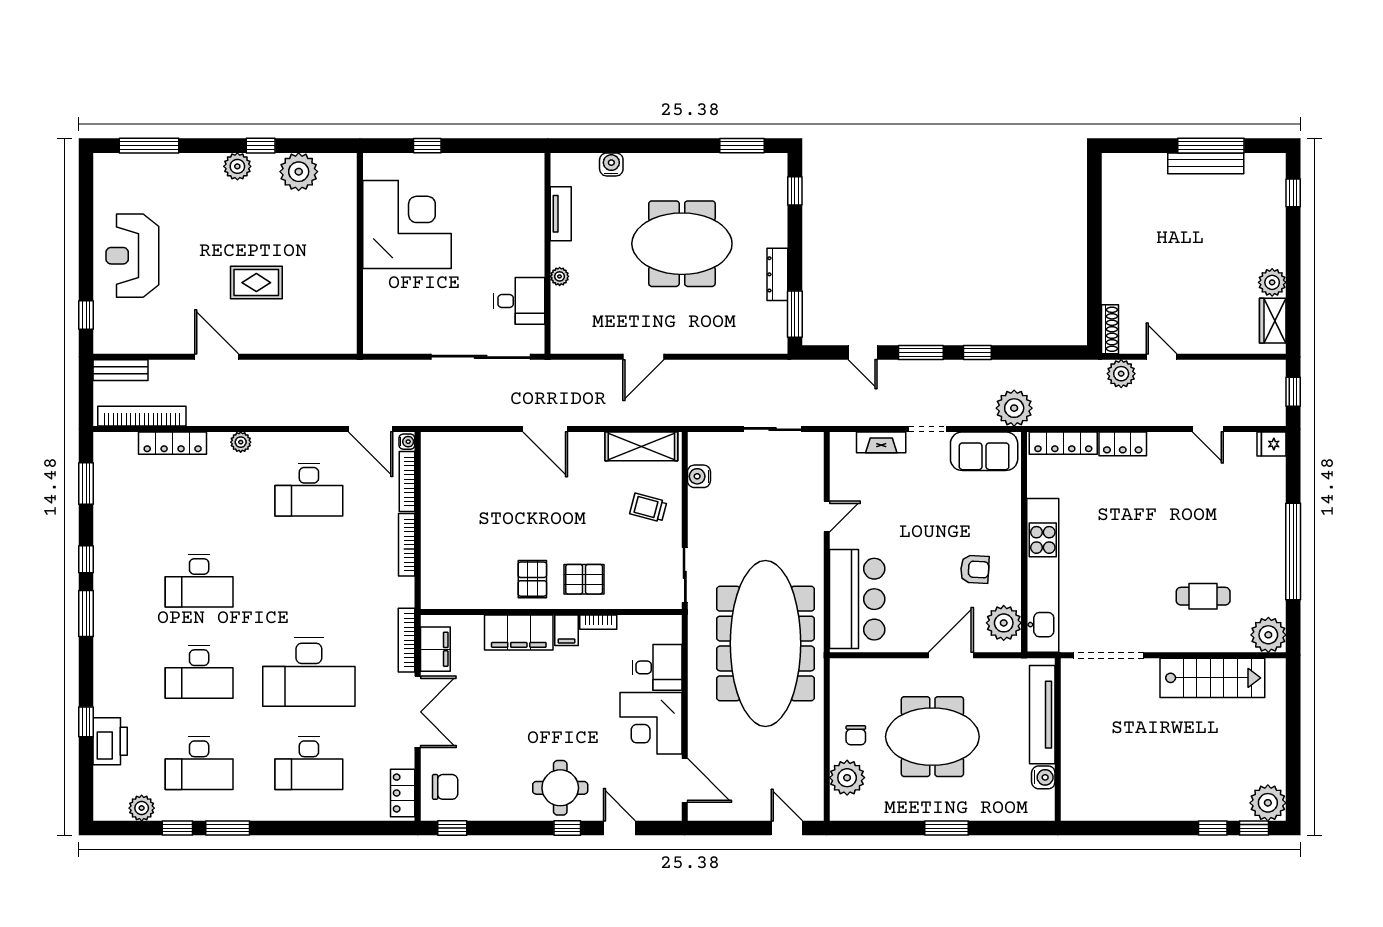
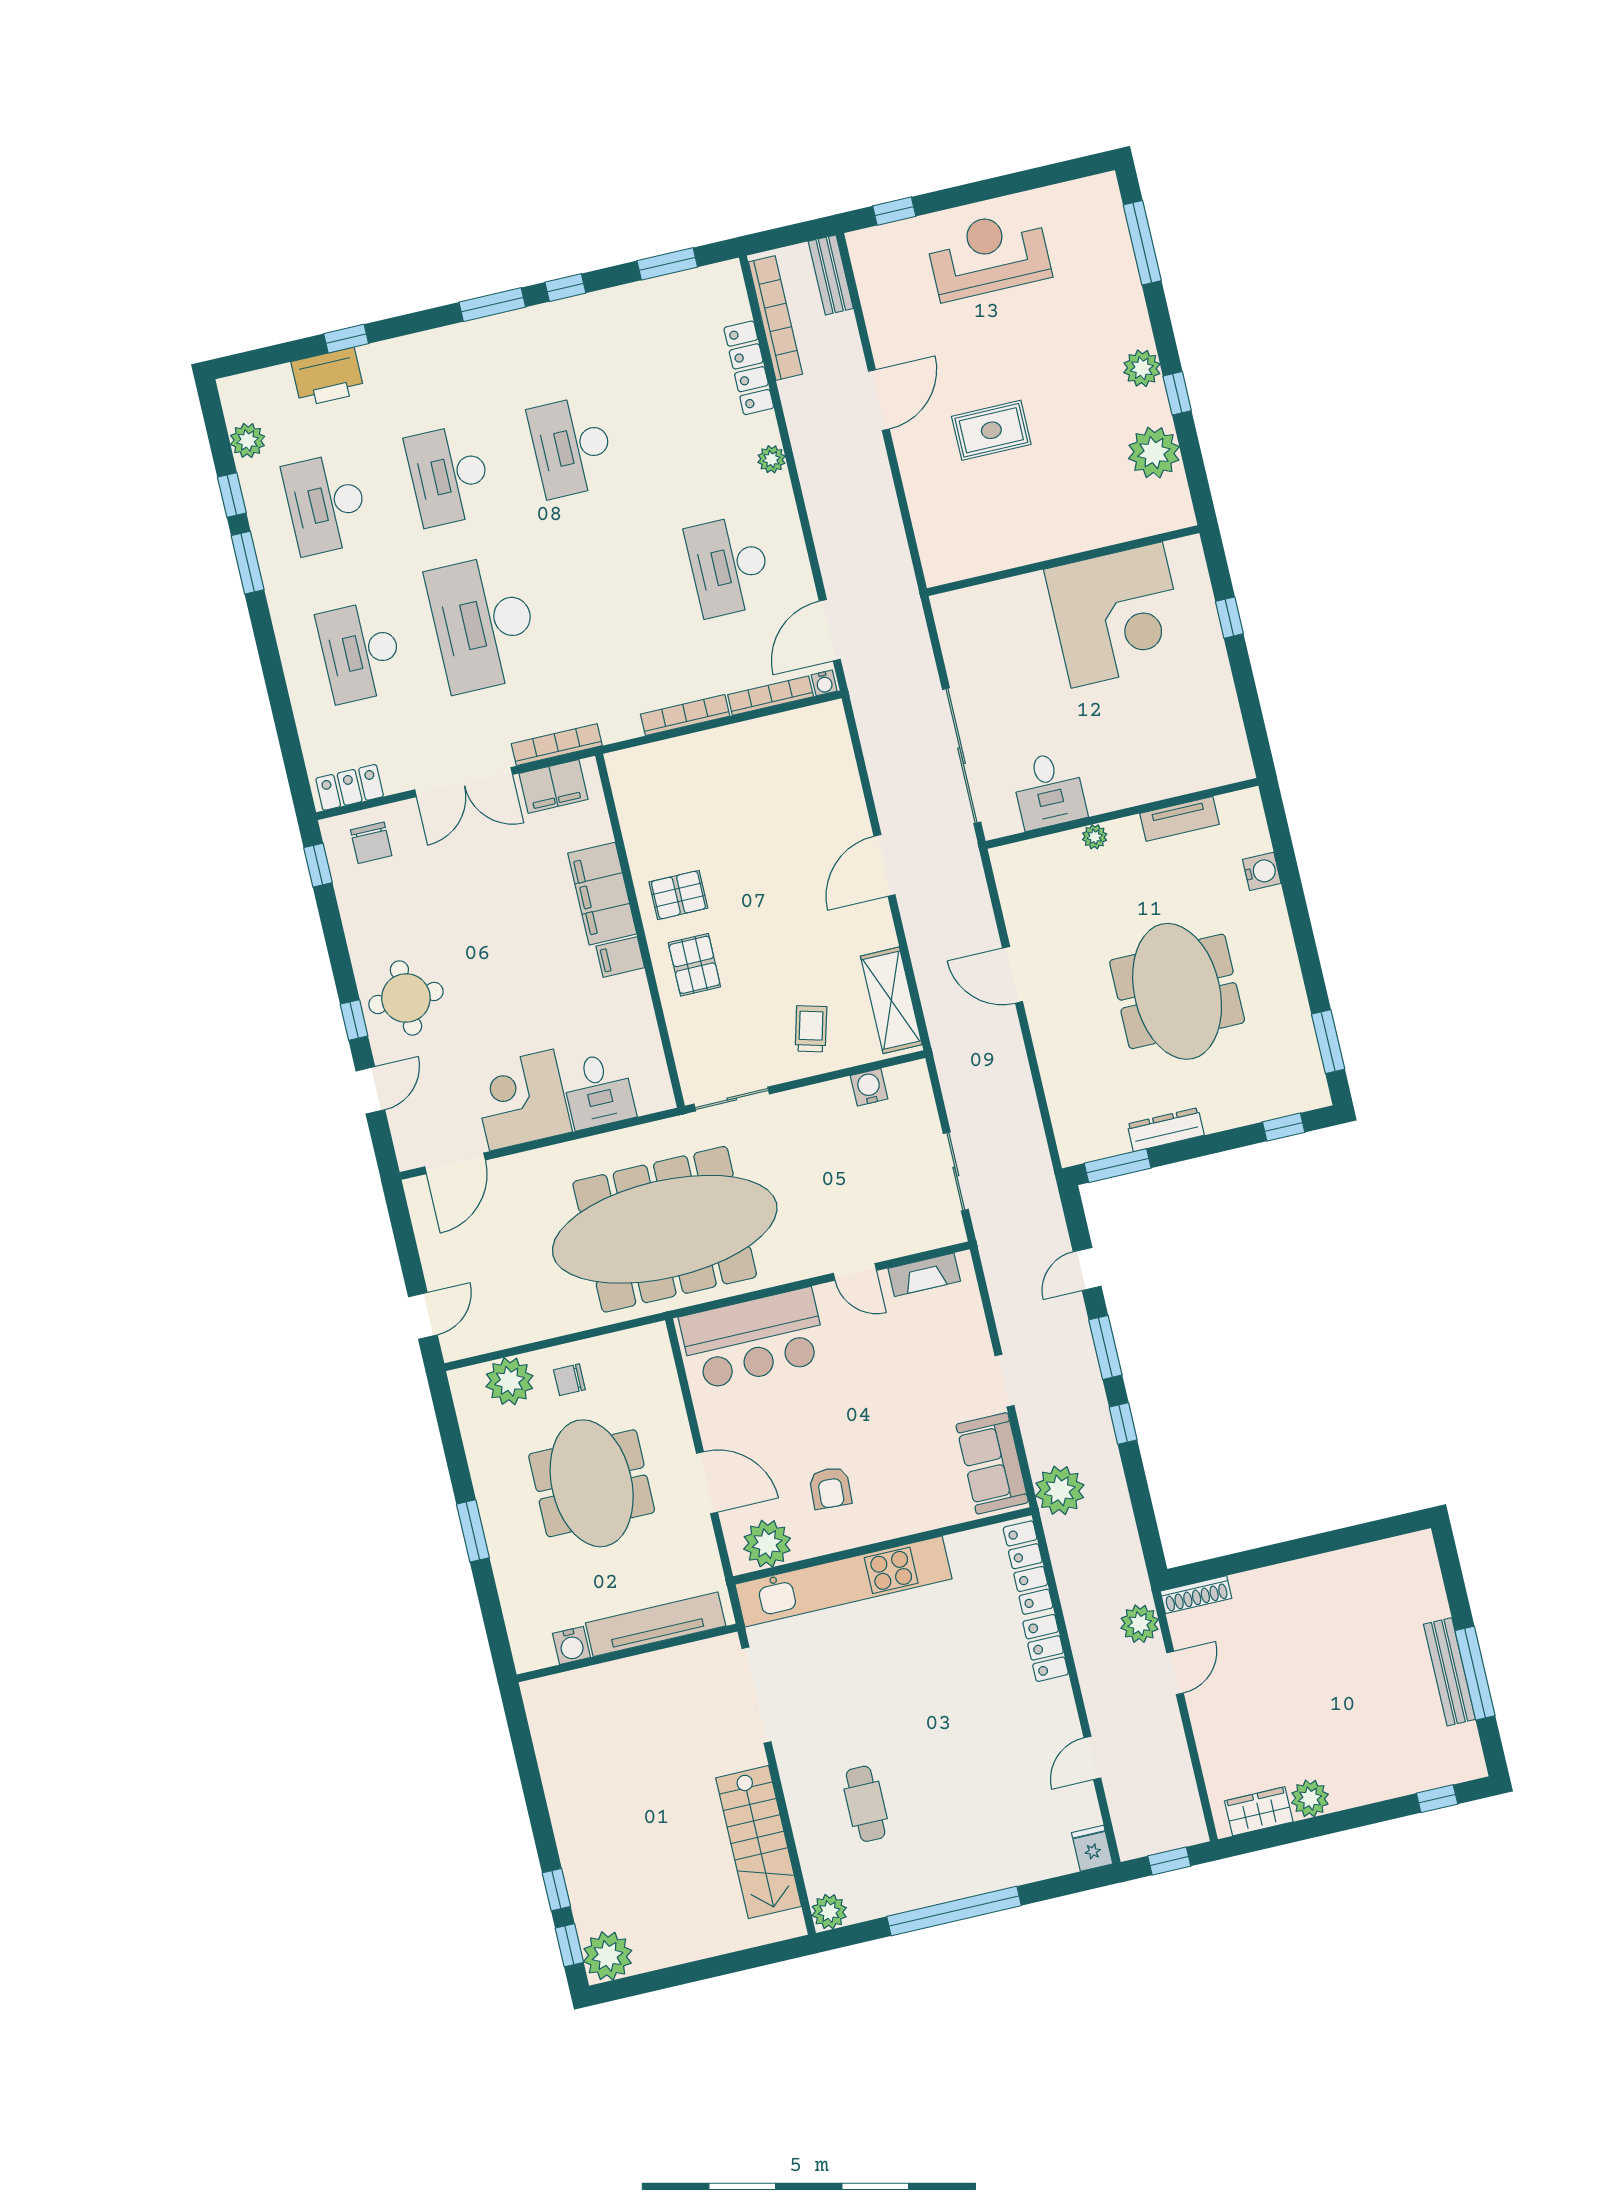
rug: (256, 283) -> (991, 430), turned 90
fireplace: (881, 442) -> (924, 1275), moved, turned -90
bookcase: (598, 622) -> (641, 997), removed
plant: (1268, 635) -> (829, 1912), width x0.73, depth x0.73

